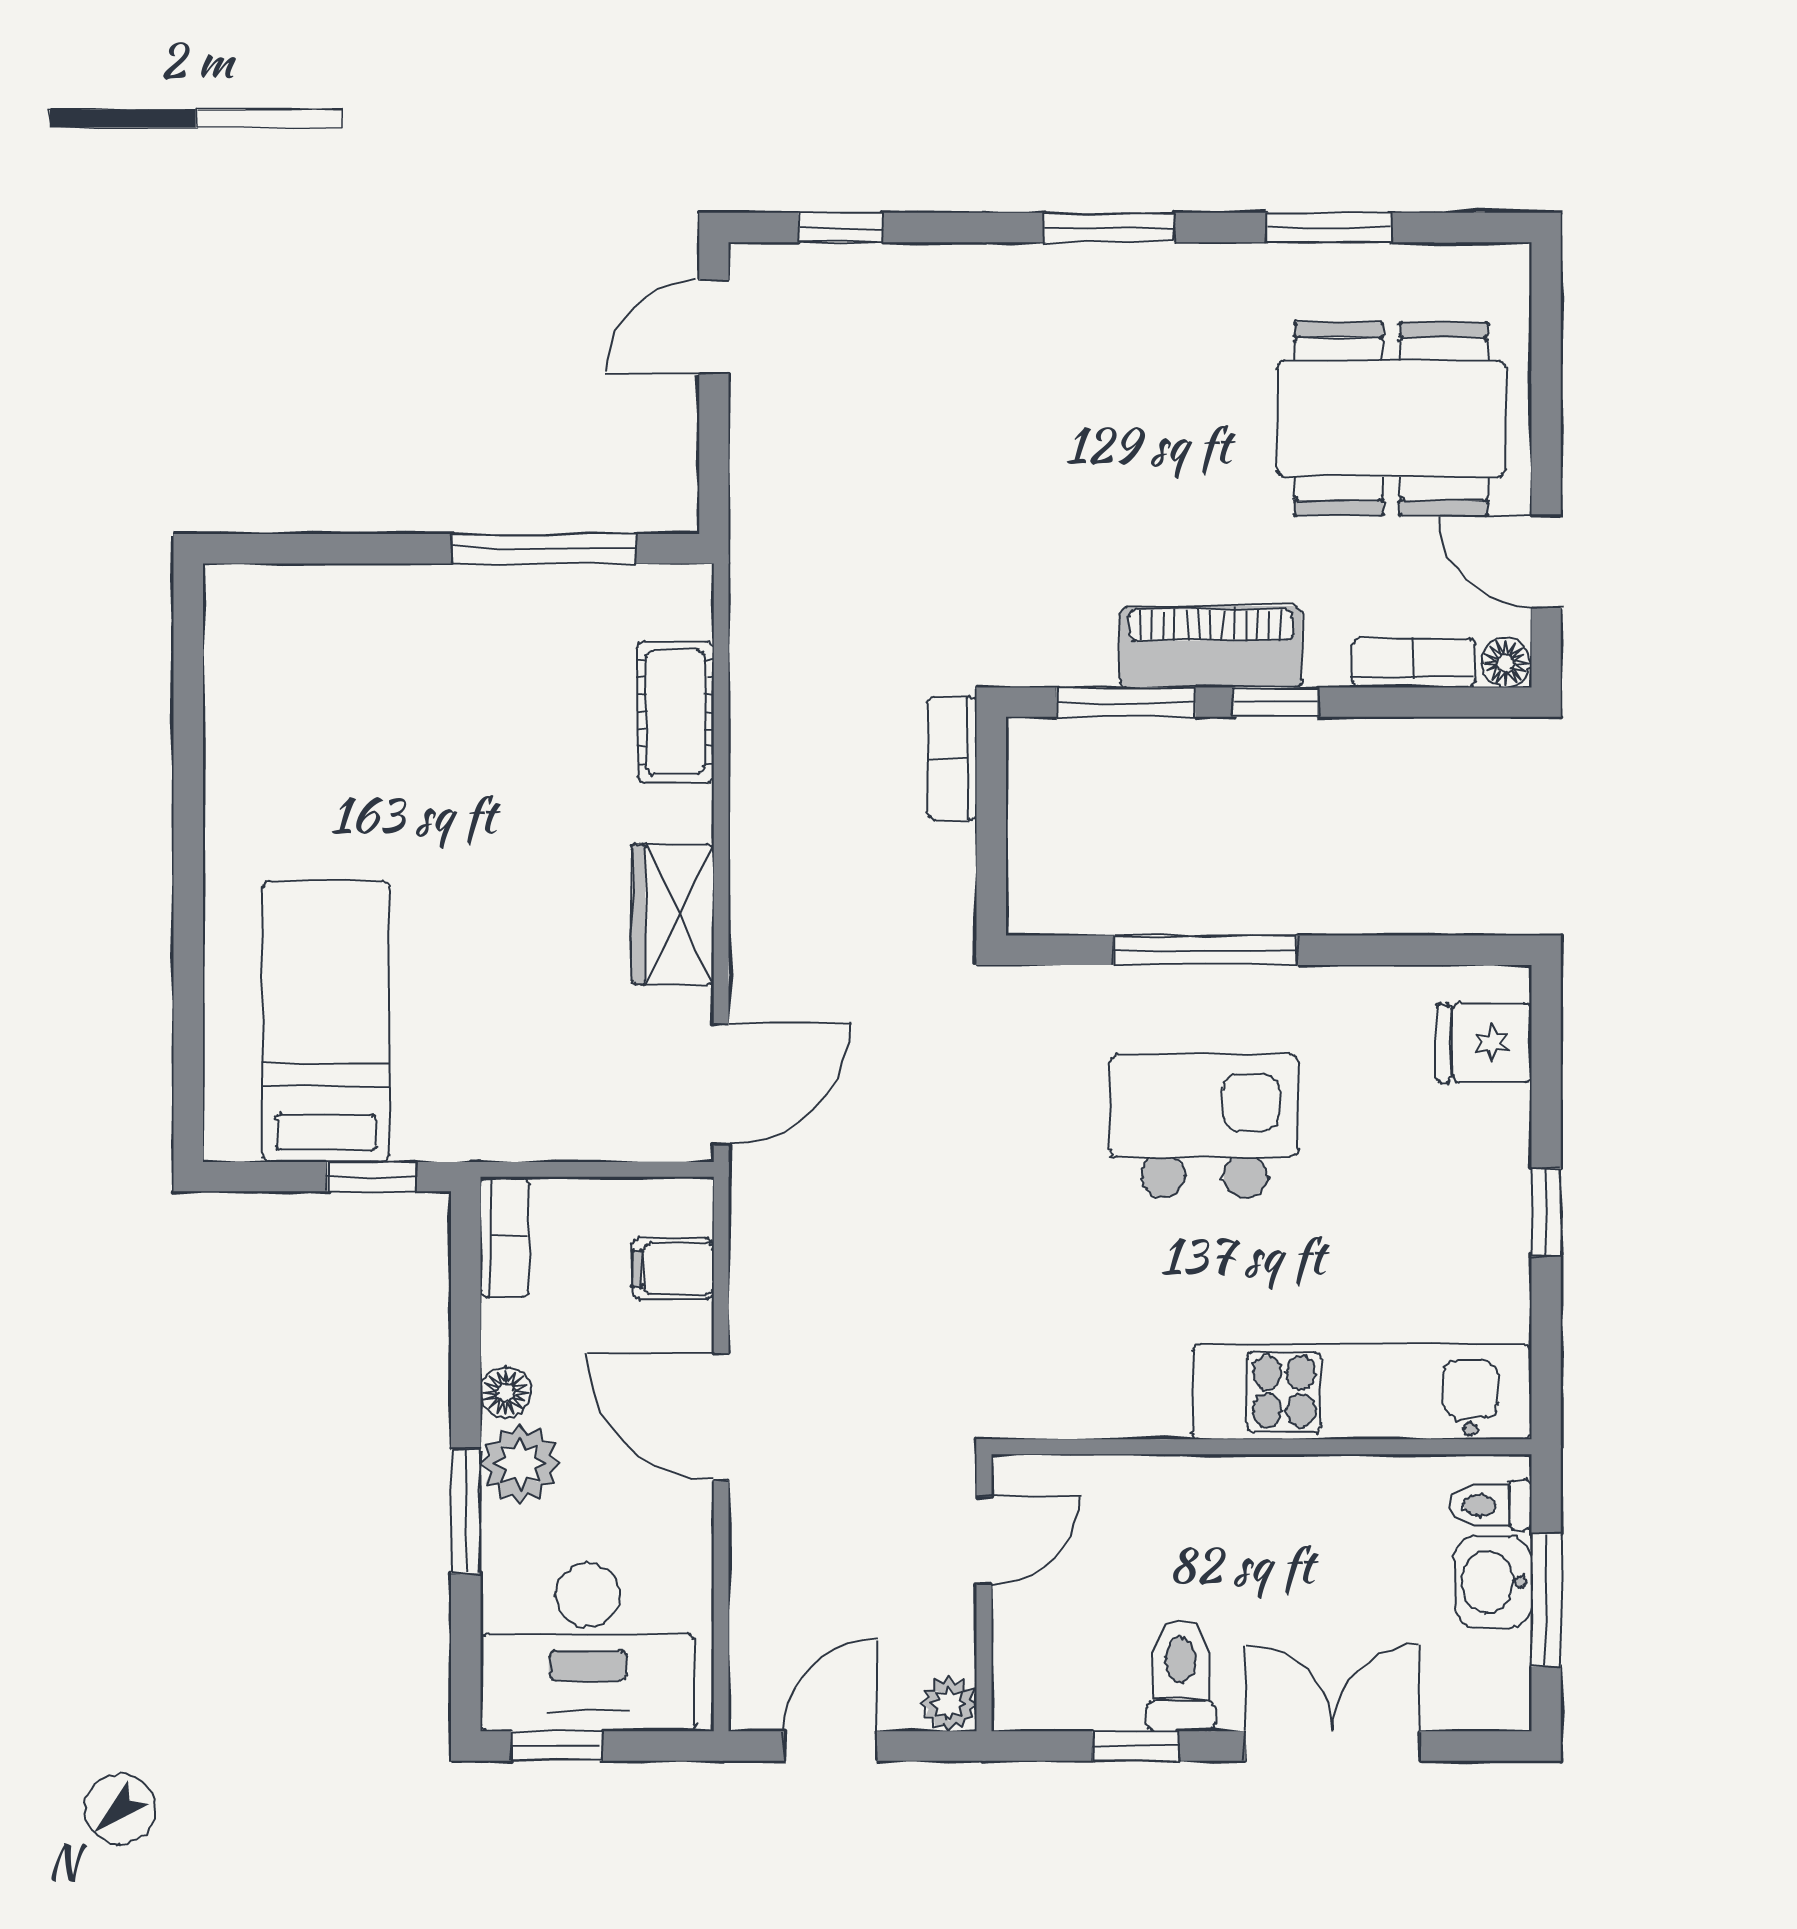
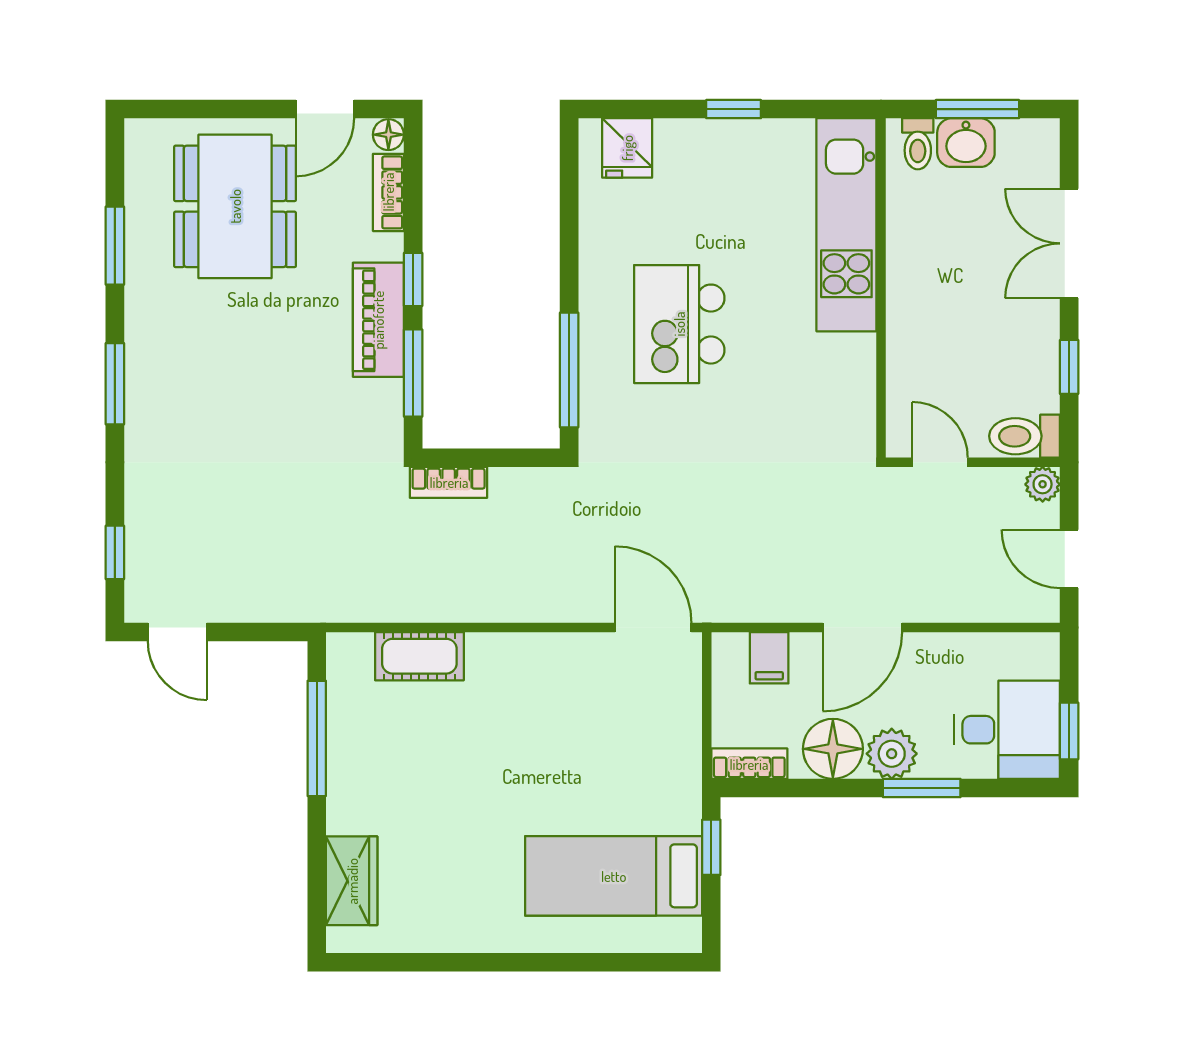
wardrobe: (673, 914) -> (352, 881), moved, turned -90
window: (1205, 950) -> (569, 370), moved
floor lamp: (506, 1393) -> (833, 749), width x1.89, depth x1.89
desk: (588, 1647) -> (1007, 730), width x0.73
toilet: (1181, 1675) -> (1025, 436), moved

